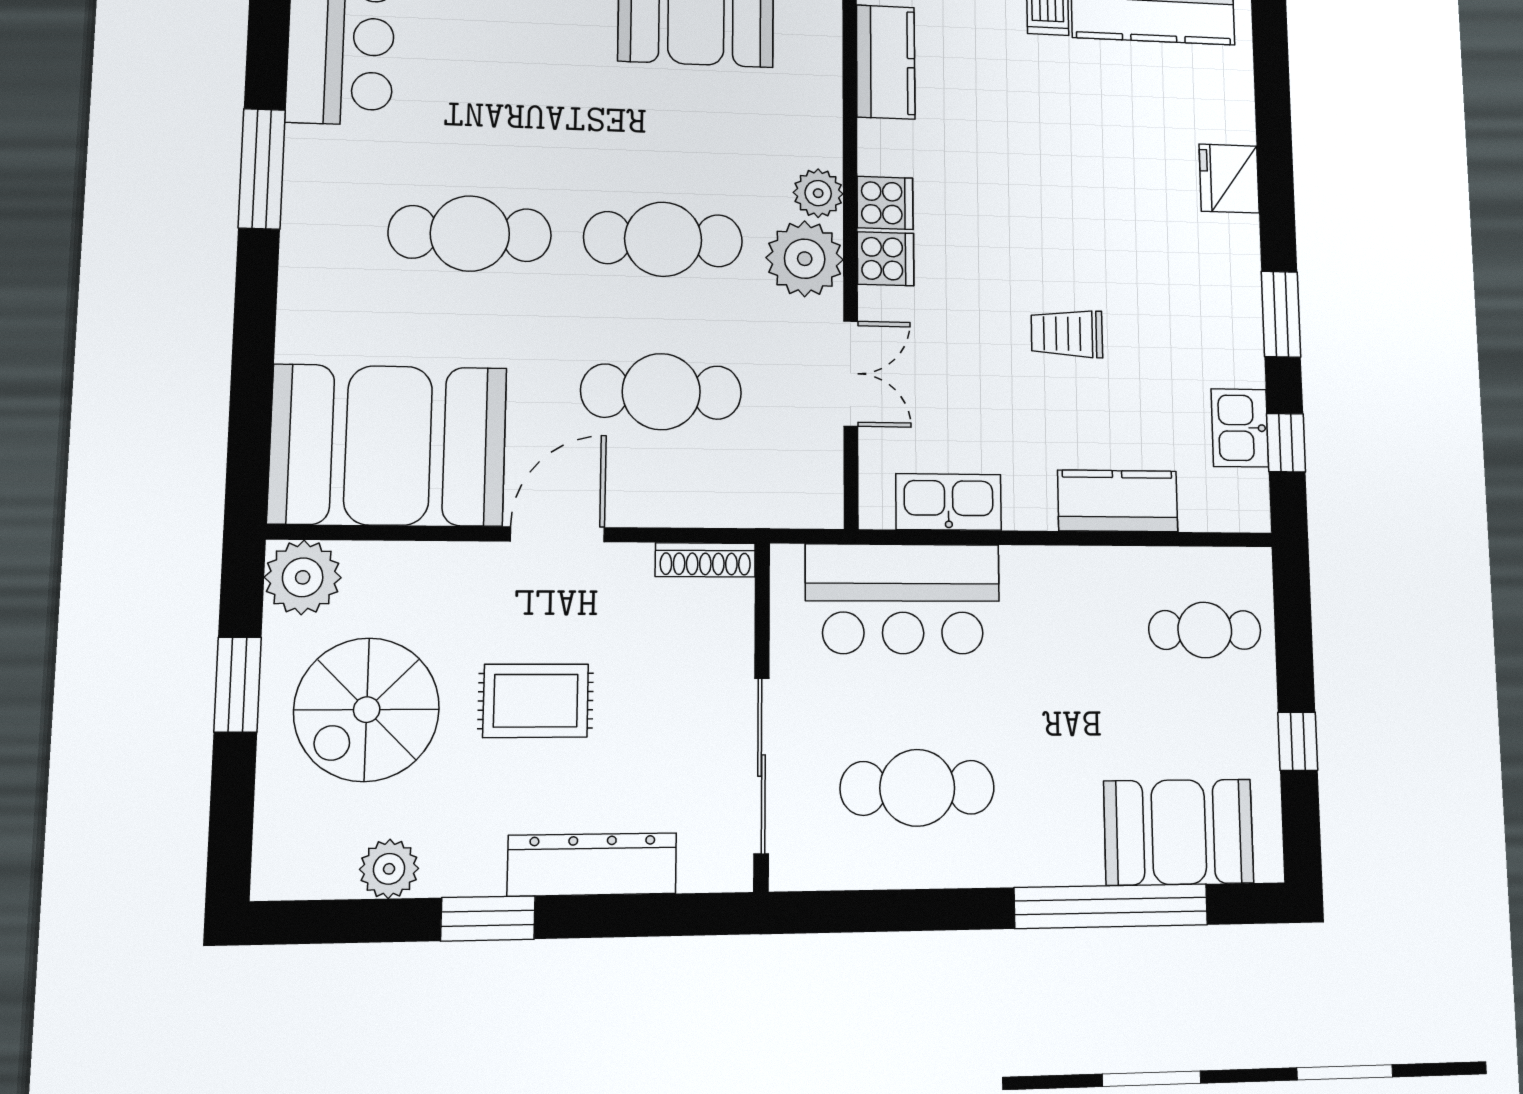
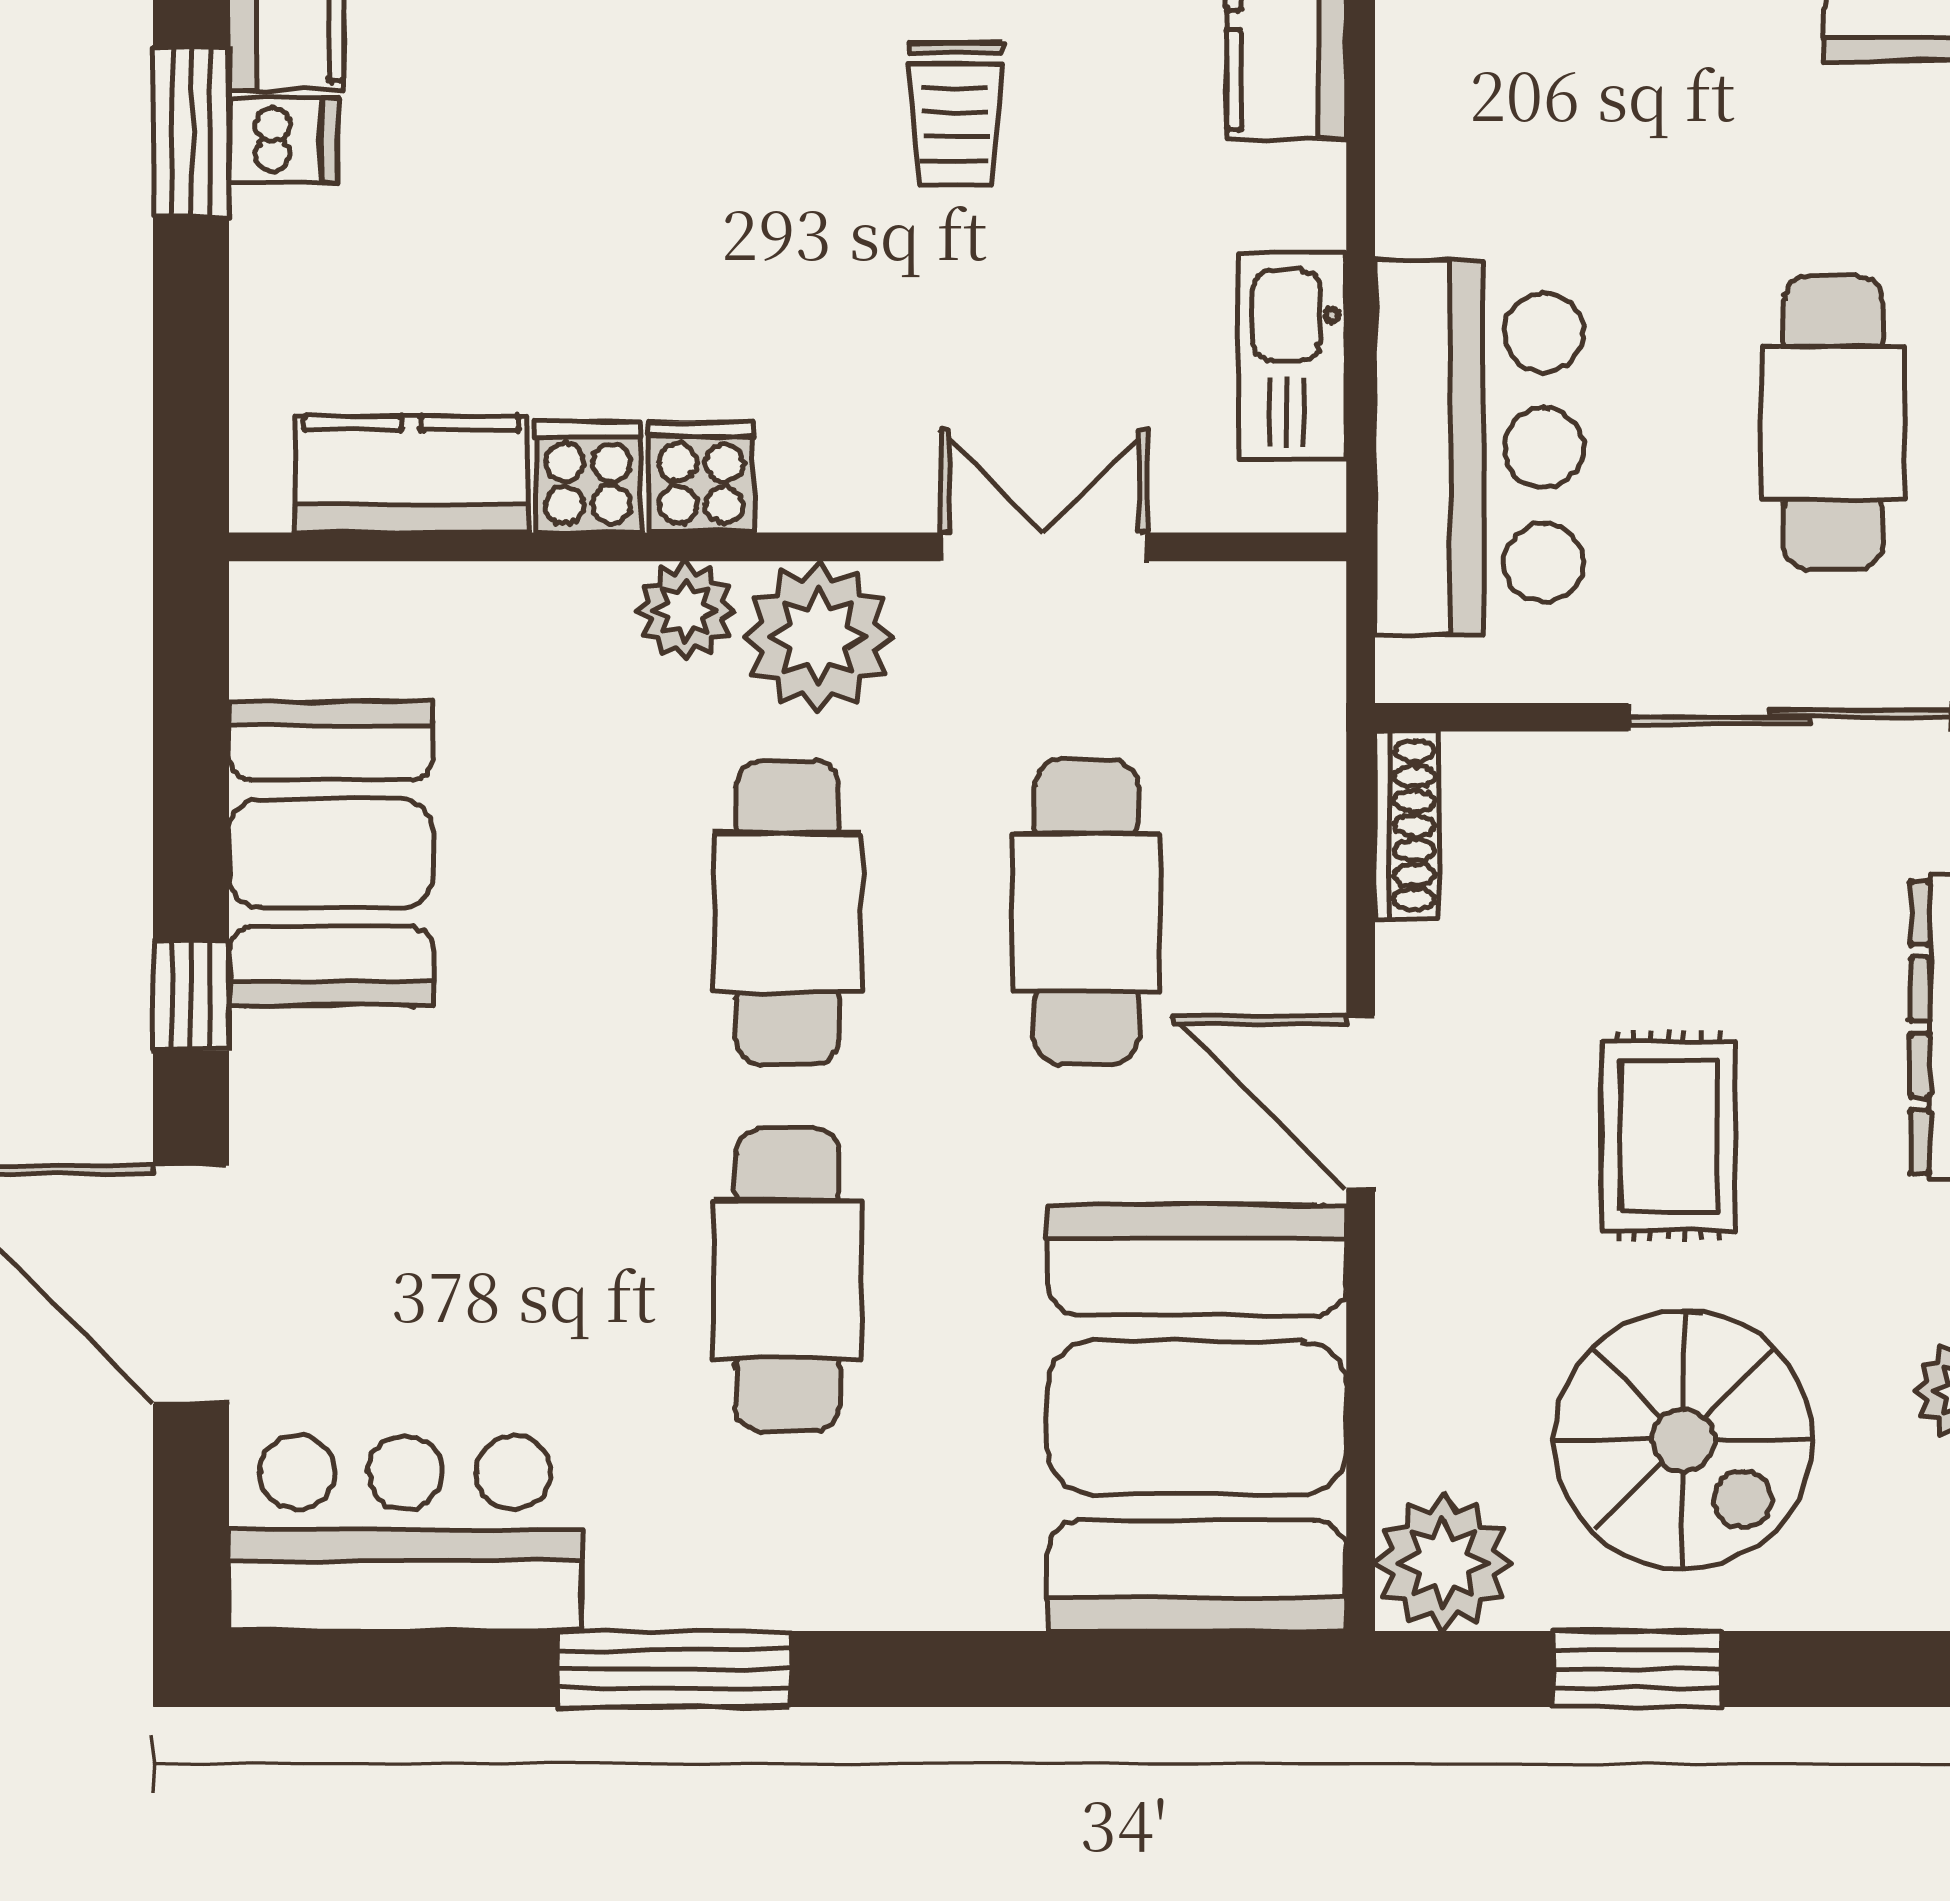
cooker: (886, 259) -> (588, 477), moved

